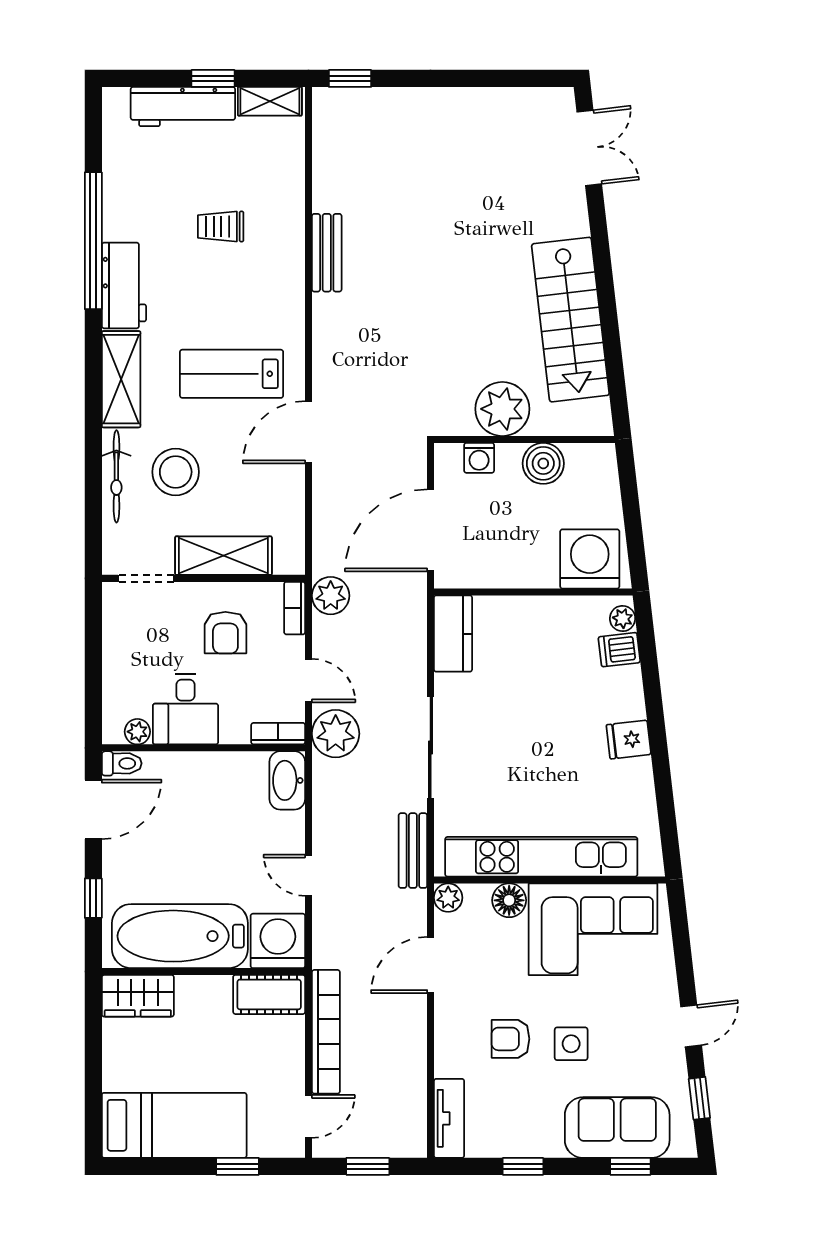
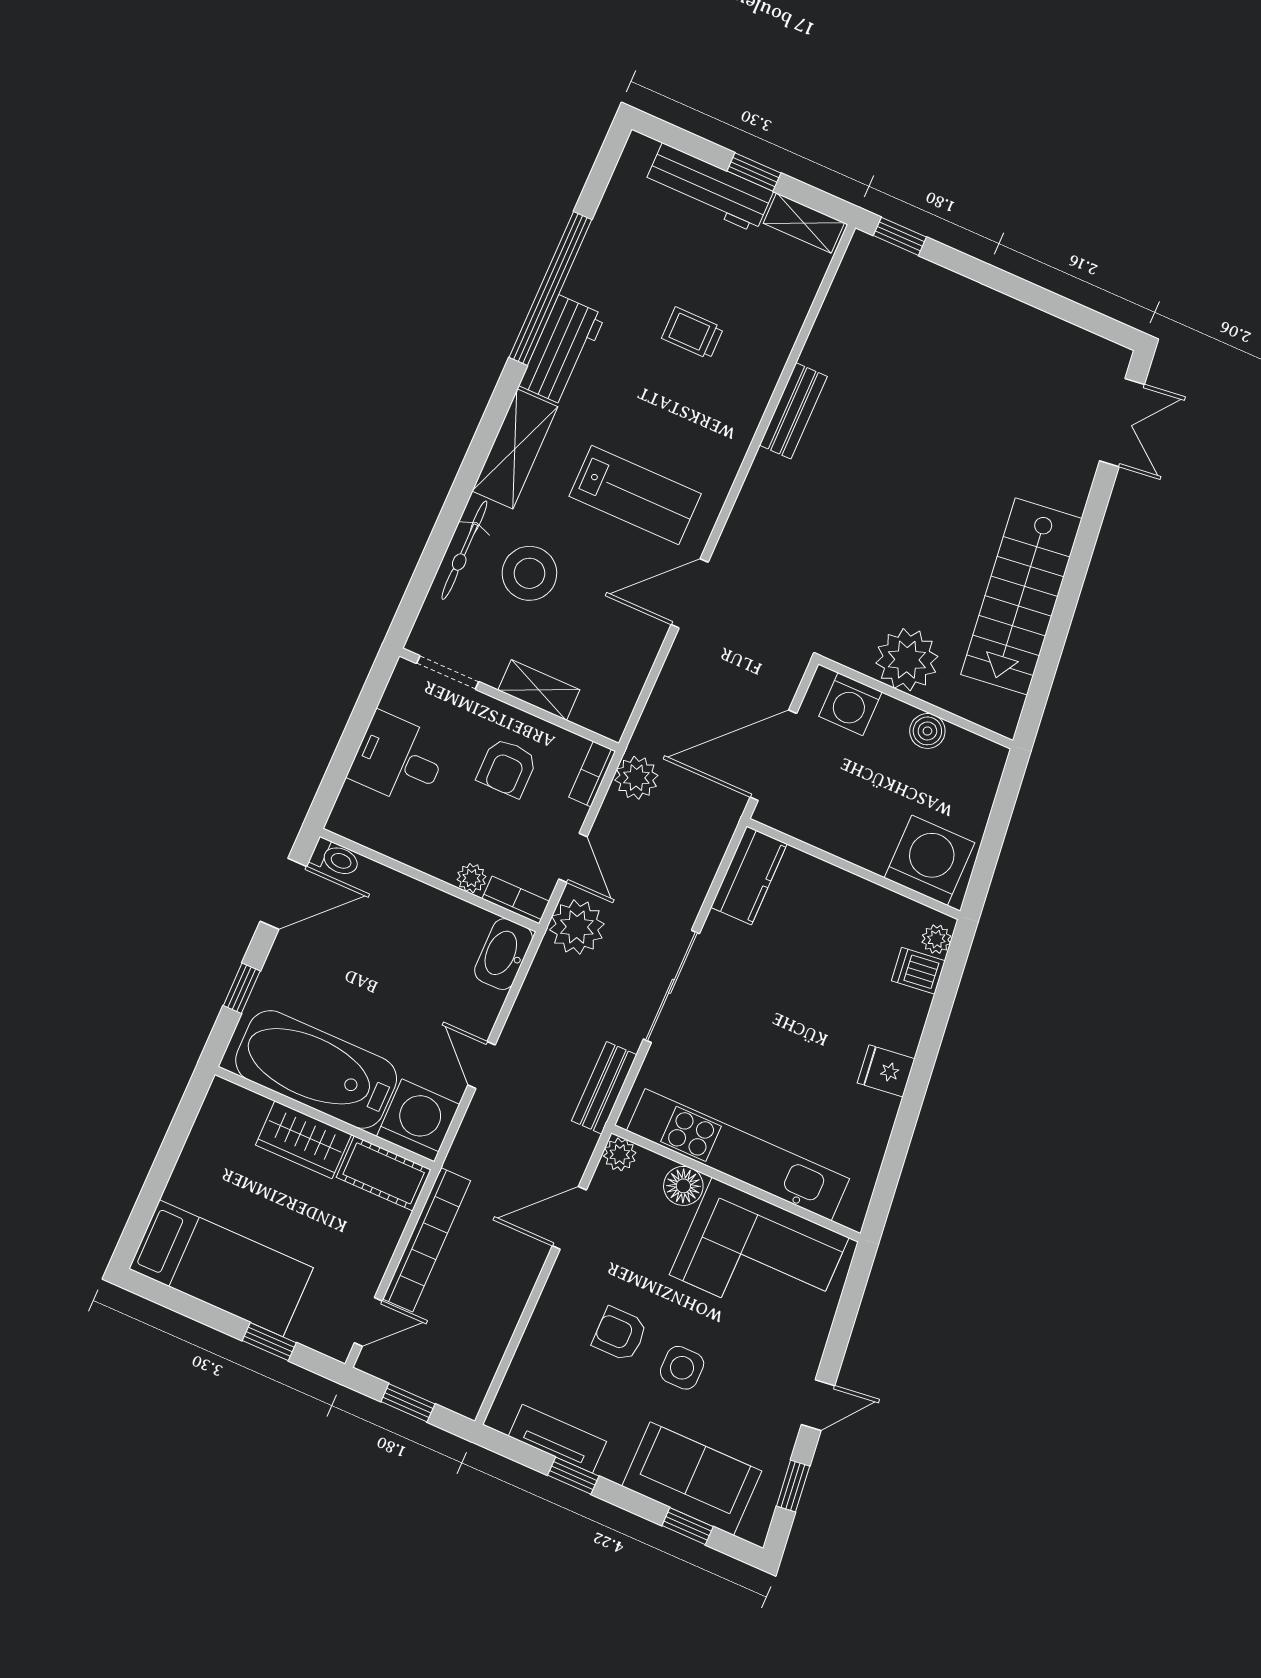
lab bench: (232, 374) -> (635, 495), turned 180
washing machine: (479, 458) -> (850, 704), width x1.38, depth x1.38
boiler: (543, 463) -> (927, 731), width x0.73, depth x0.73
shelving: (223, 556) -> (539, 690), width x0.67, depth x0.75
desk: (185, 709) -> (398, 759), moved, turned 90
plant: (137, 732) -> (472, 878), moved
wardrobe: (138, 996) -> (303, 1140), moved
tv unit: (449, 1118) -> (557, 1439), moved, turned -90

